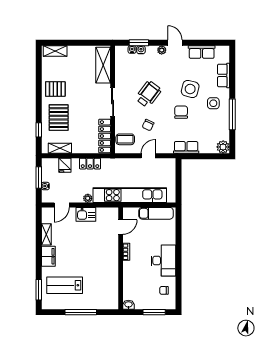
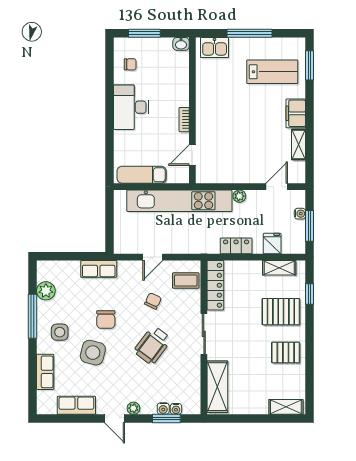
pallet: (59, 118) -> (281, 312), turned 90
plant: (223, 147) -> (46, 291), moved
kitchen sink: (86, 214) -> (215, 48), moved, turned 180

